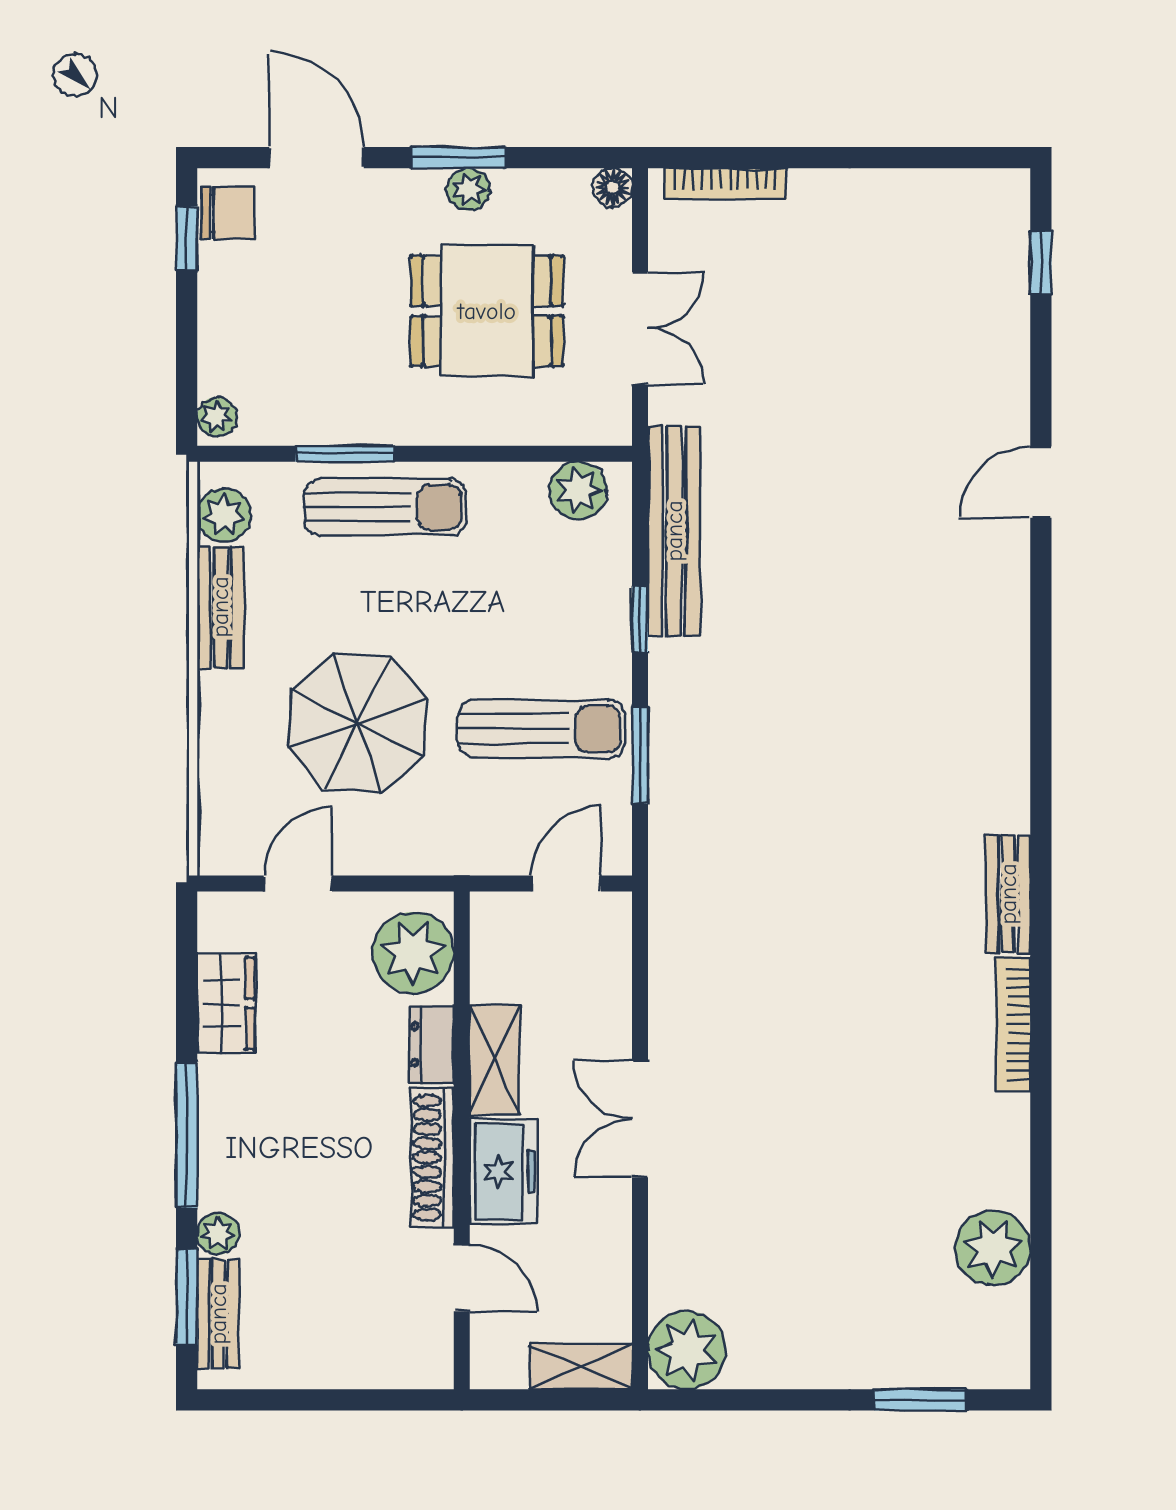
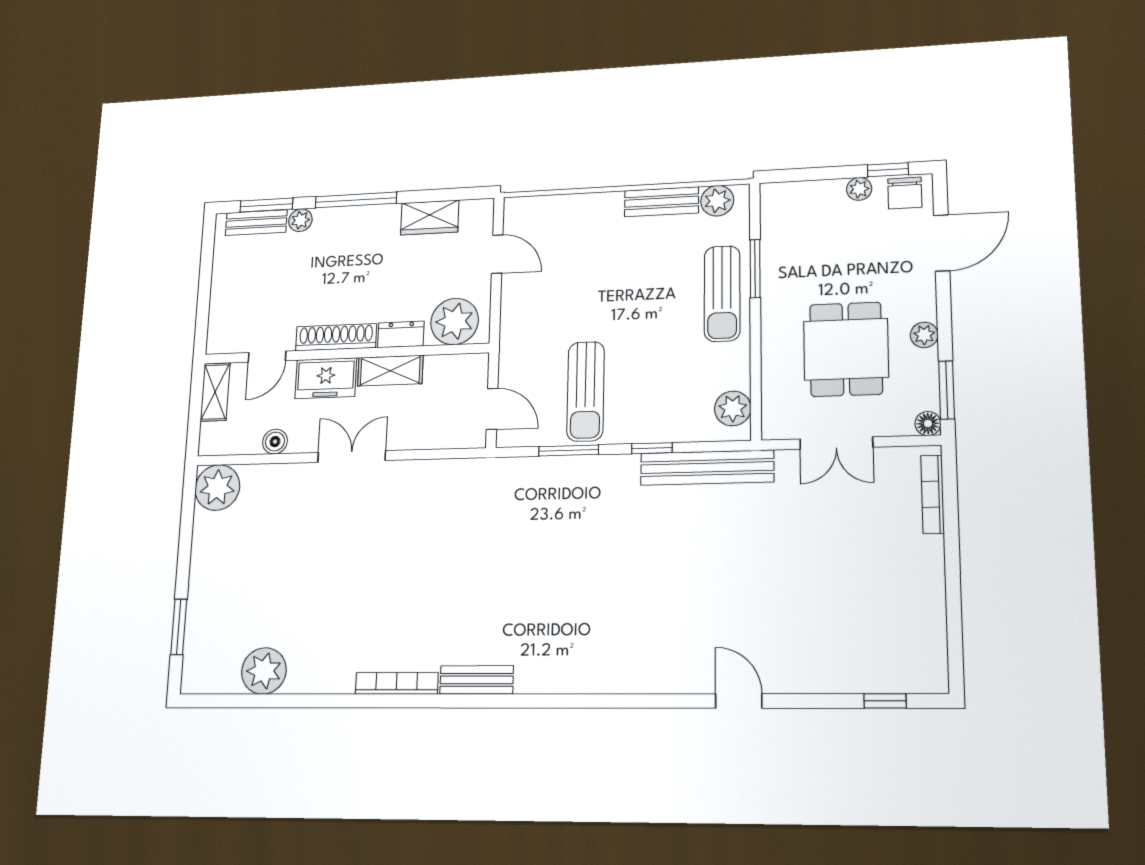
window: (458, 158) -> (947, 390), moved
plant: (217, 417) -> (859, 189), moved
parasol: (357, 723) -> (591, 283), removed
boiler: (611, 1254) -> (275, 442), added
shelving: (581, 1366) -> (215, 392), moved

